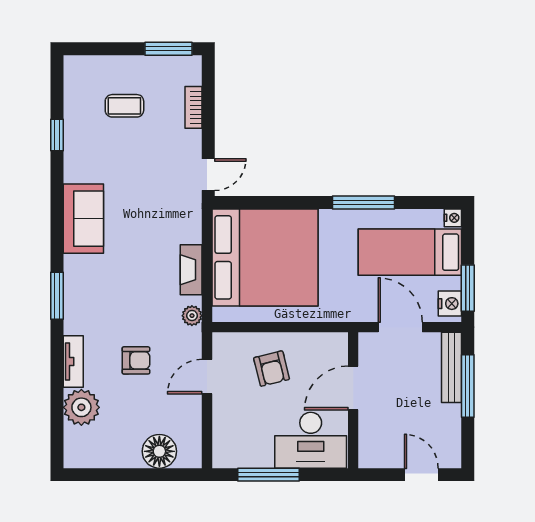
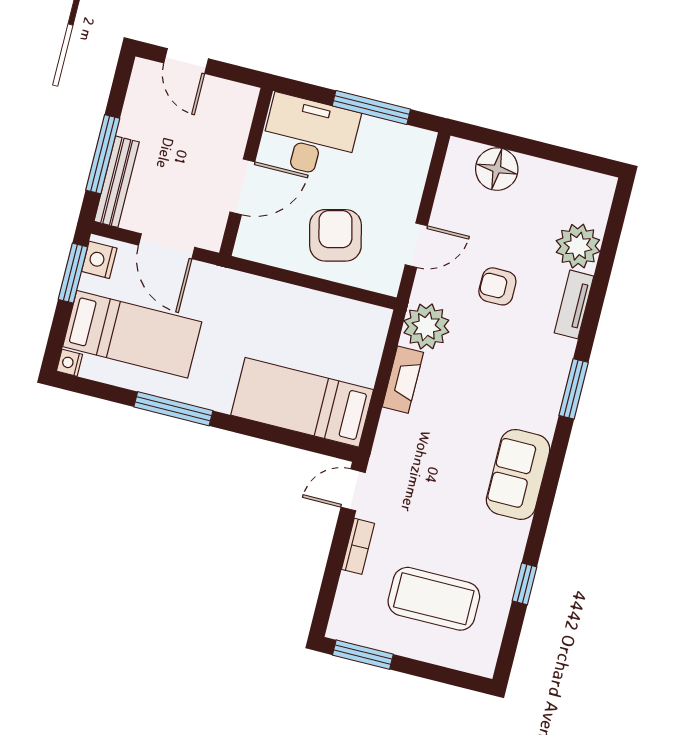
coffee table: (124, 106) -> (434, 599), width x1.86, depth x1.72
bookcase: (194, 107) -> (358, 546), moved
bed: (265, 257) -> (302, 402), width x0.49
plant: (192, 316) -> (426, 326), width x1.88, depth x1.88
armchair: (272, 369) -> (335, 235), width x1.38, depth x1.38

